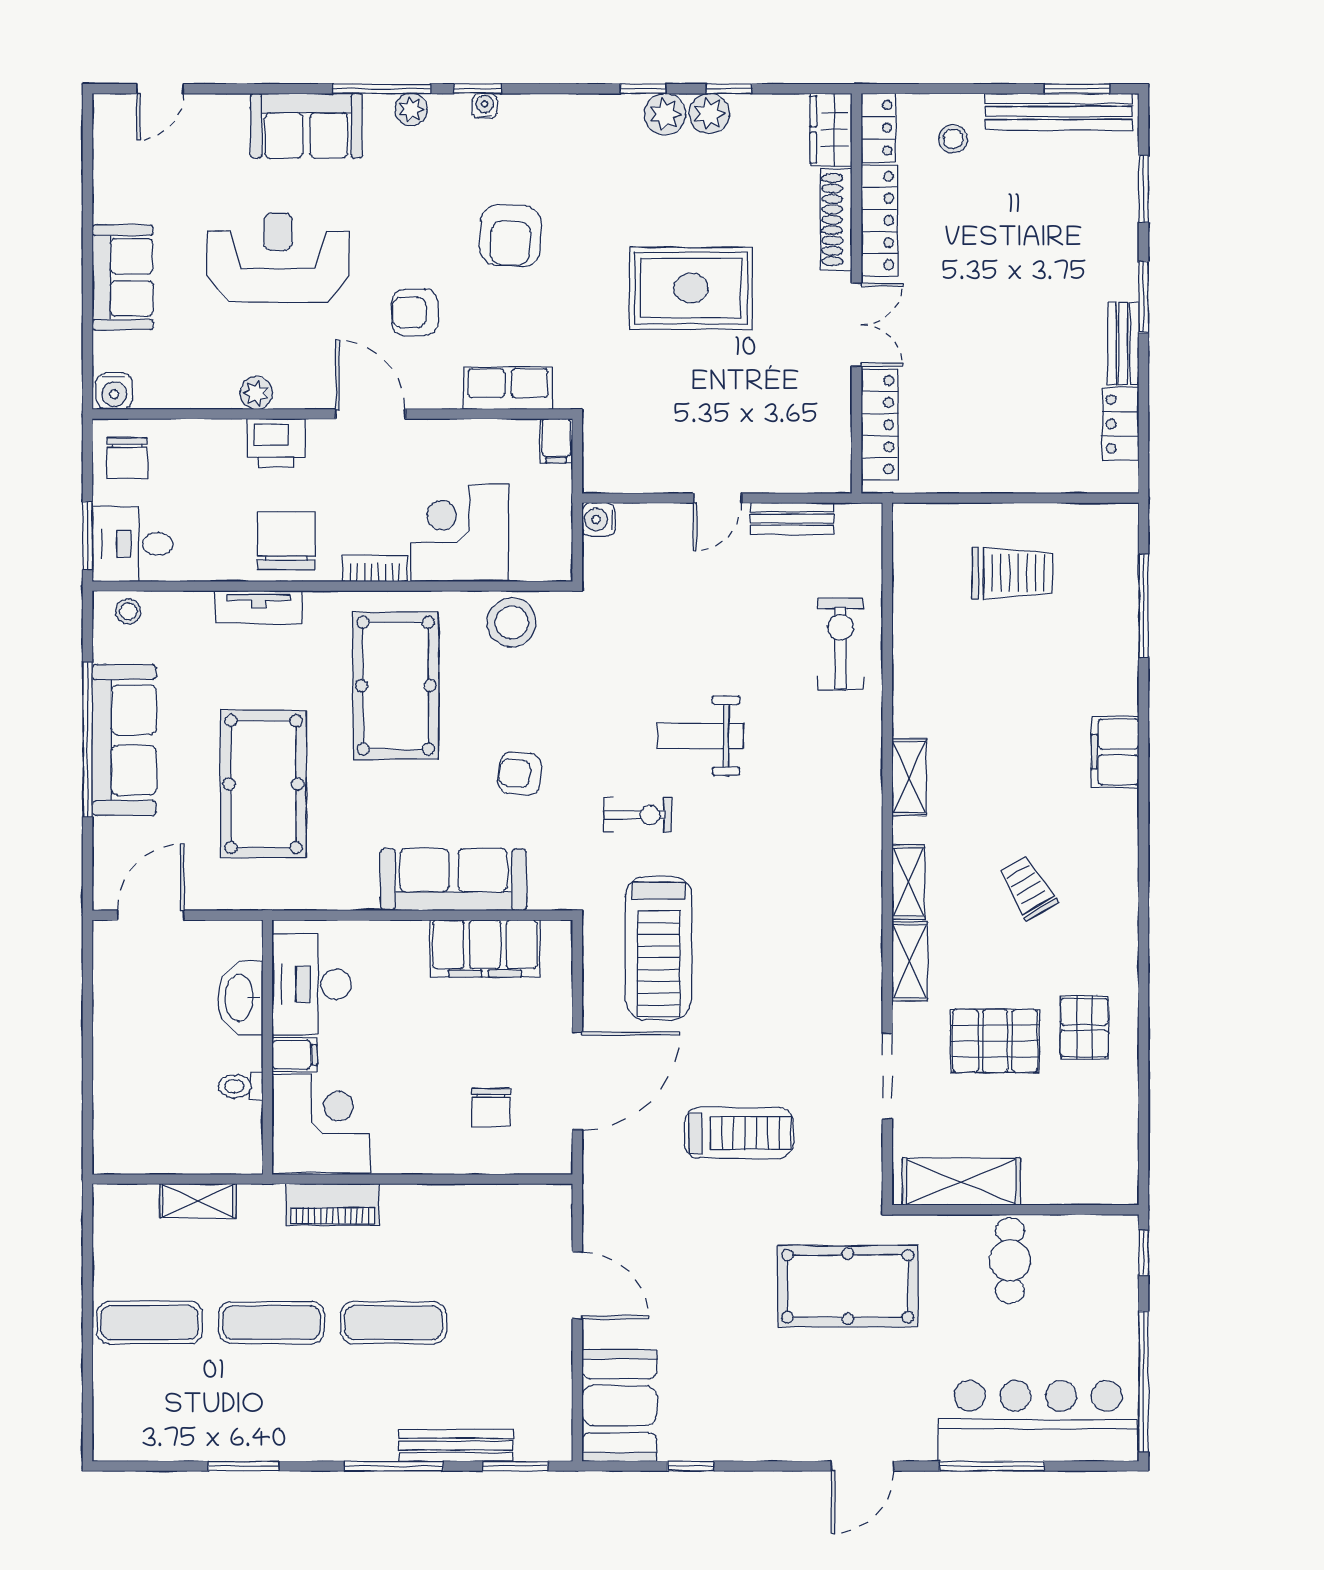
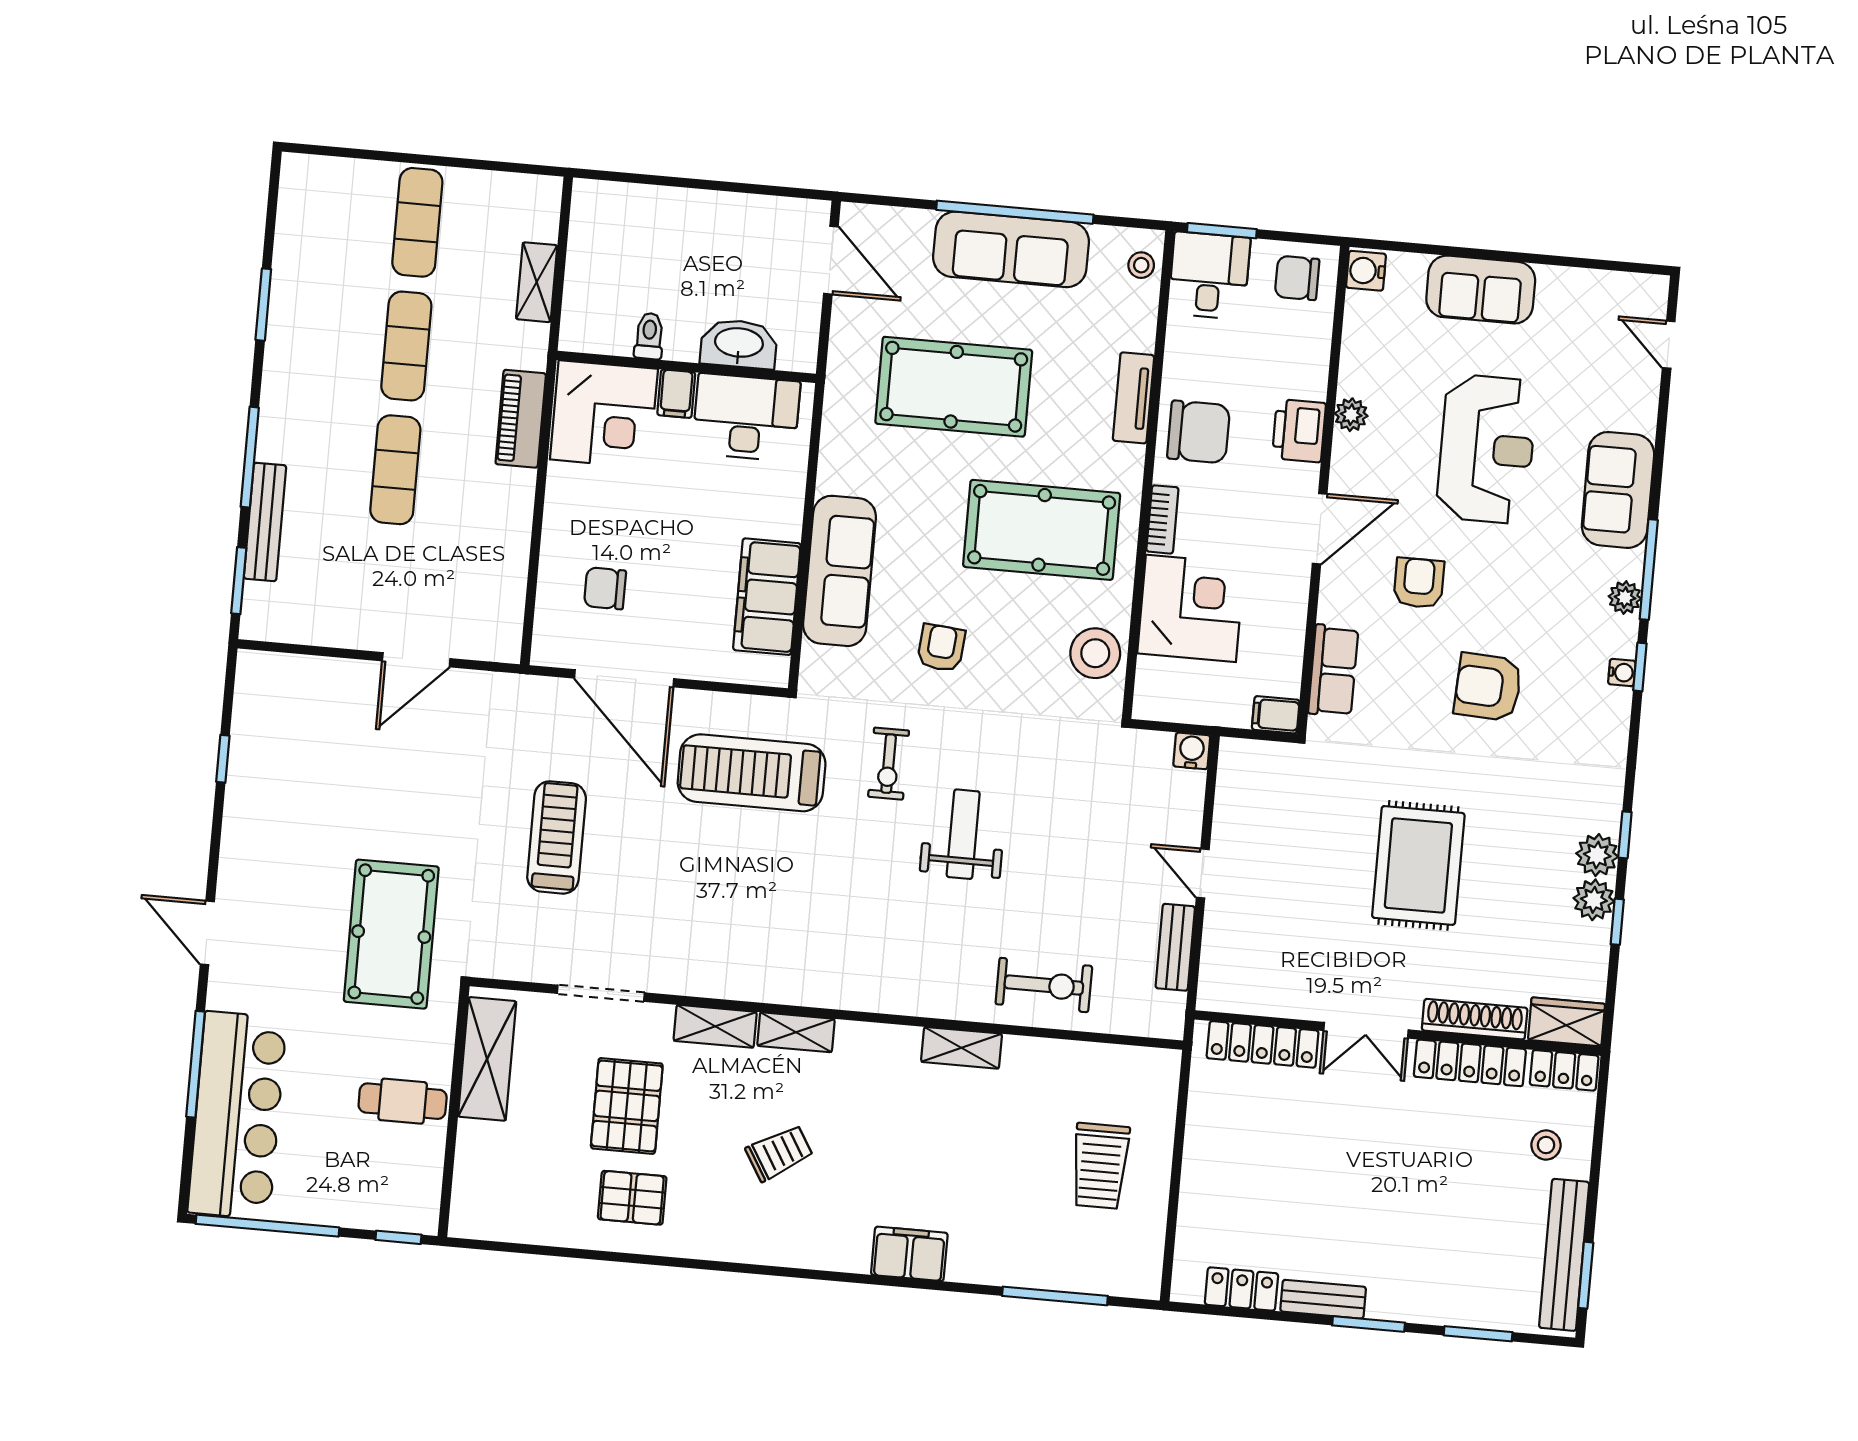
shelving: (909, 777) -> (962, 1048), moved
treadmill: (739, 1133) -> (557, 837), turned 180
booth: (619, 1406) -> (291, 692), removed

